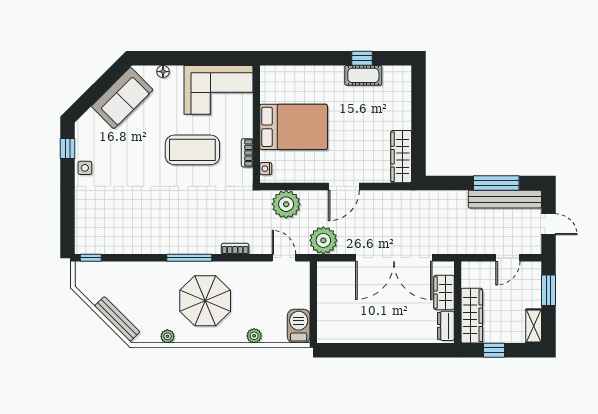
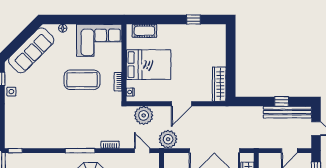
cot: (363, 75) -> (144, 31), moved
sofa: (122, 98) -> (31, 50), width x1.36
window: (496, 183) -> (282, 101), width x0.46

